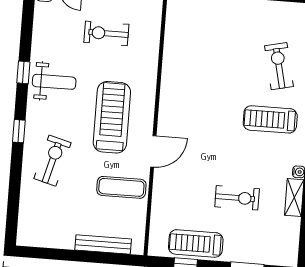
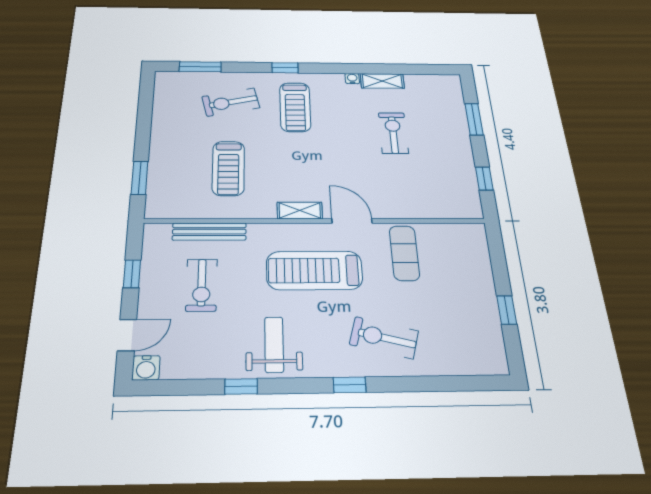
window: (23, 72) -> (241, 386), moved
shelving: (166, 112) -> (300, 211), added
treadmill: (196, 243) -> (228, 168), moved
bench: (103, 244) -> (209, 232), moved, turned 90
window: (67, 255) -> (507, 310), added

